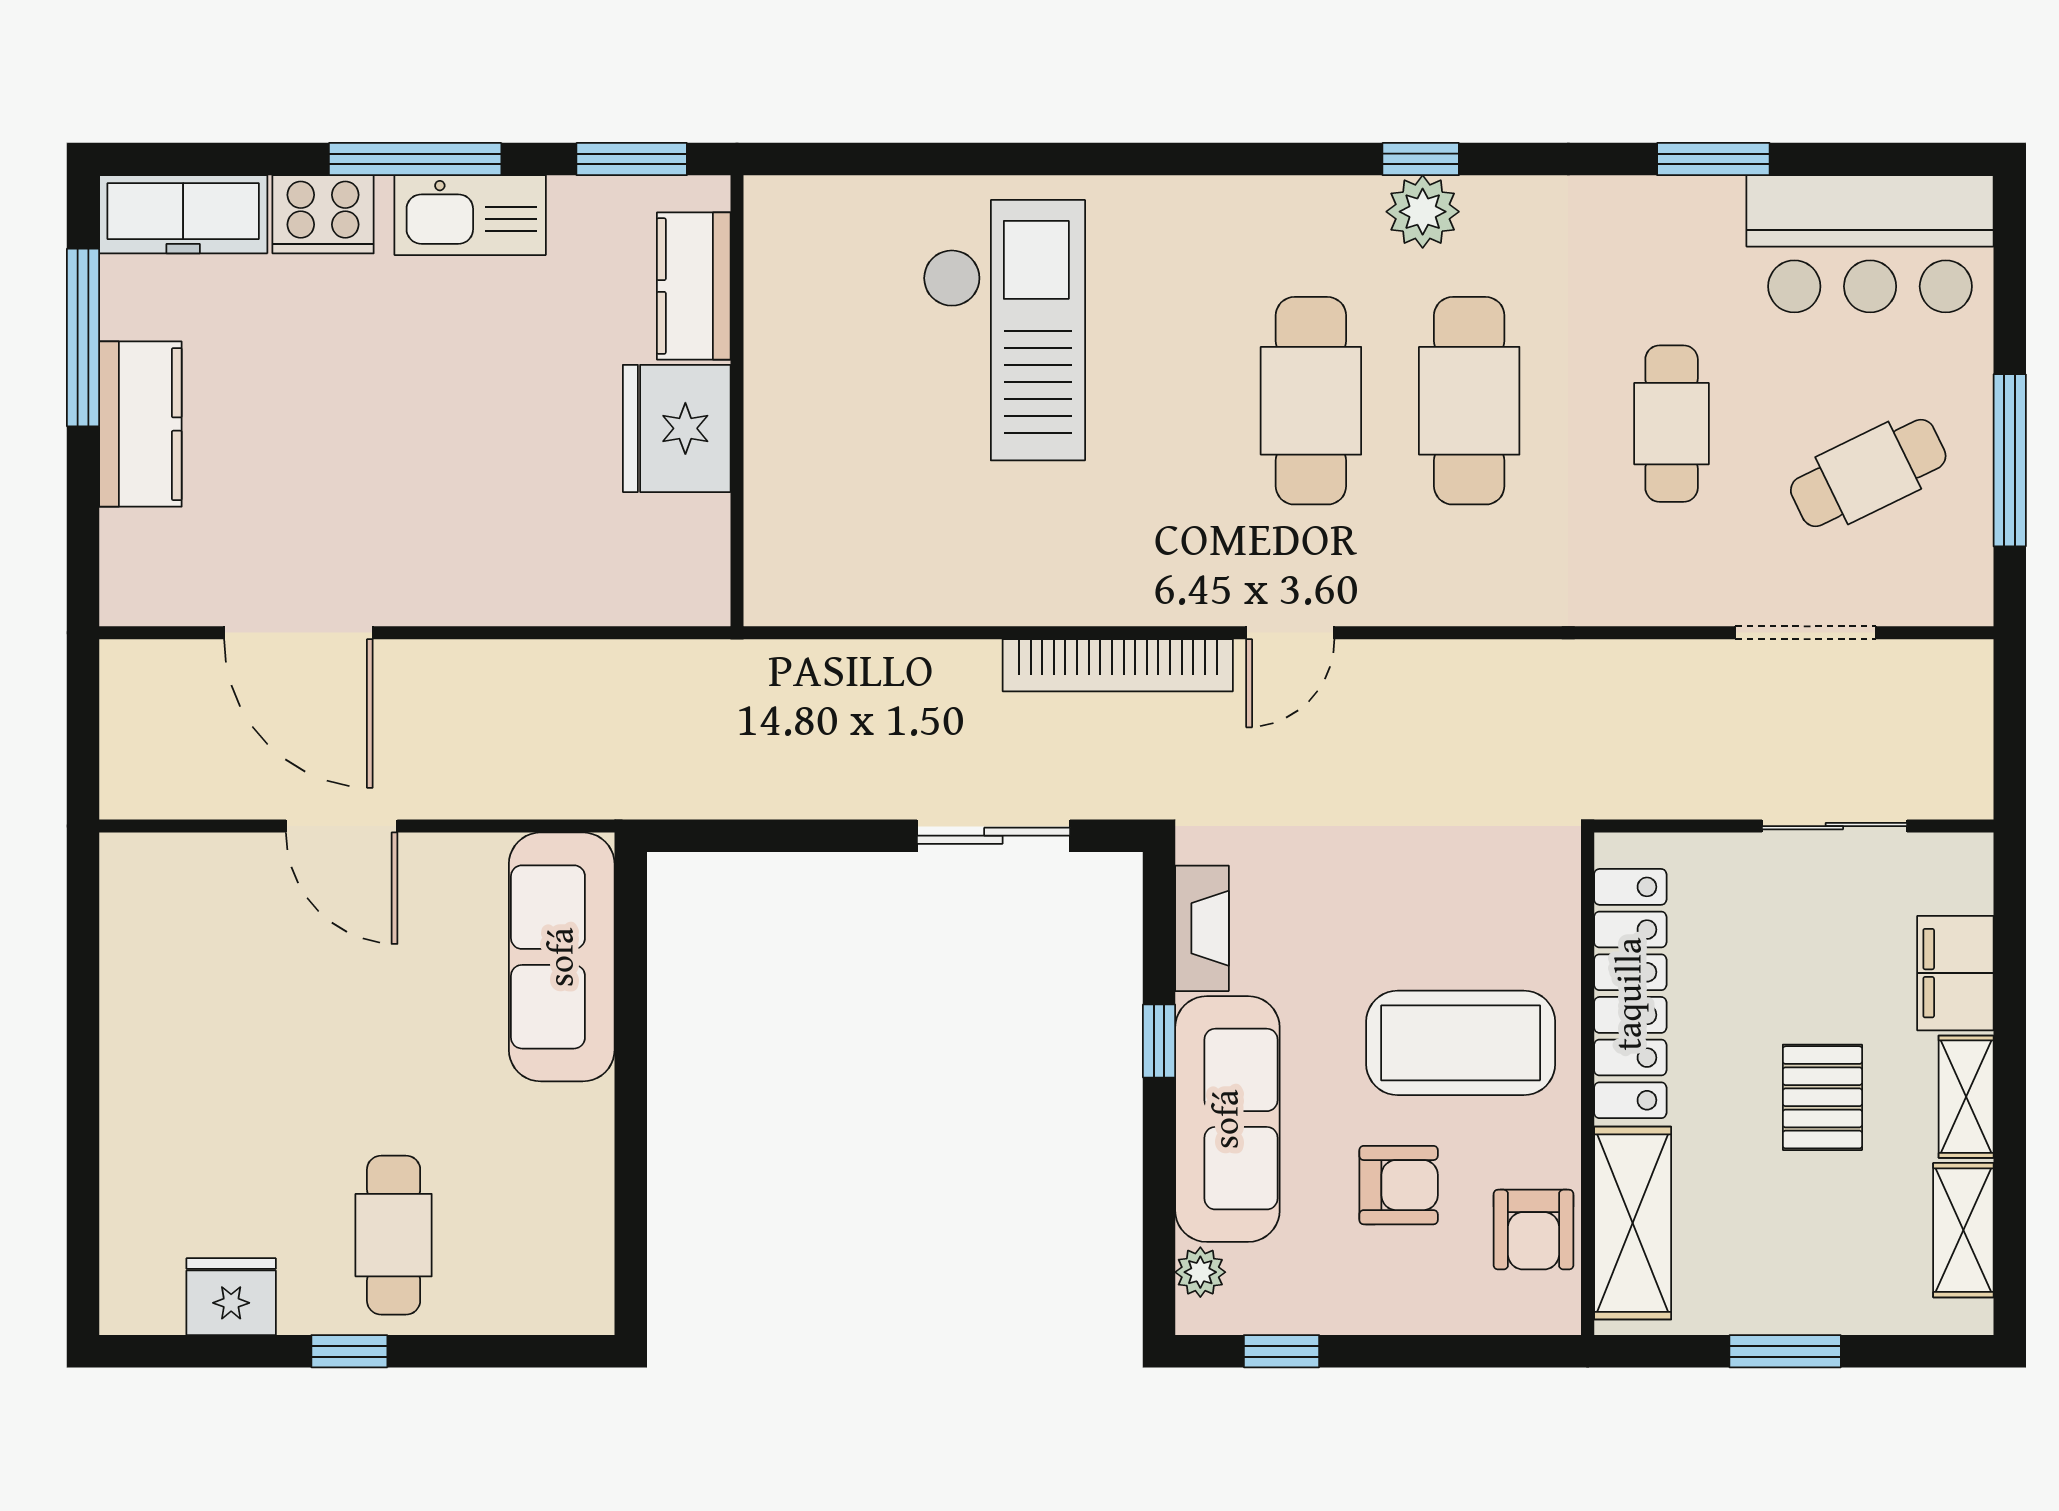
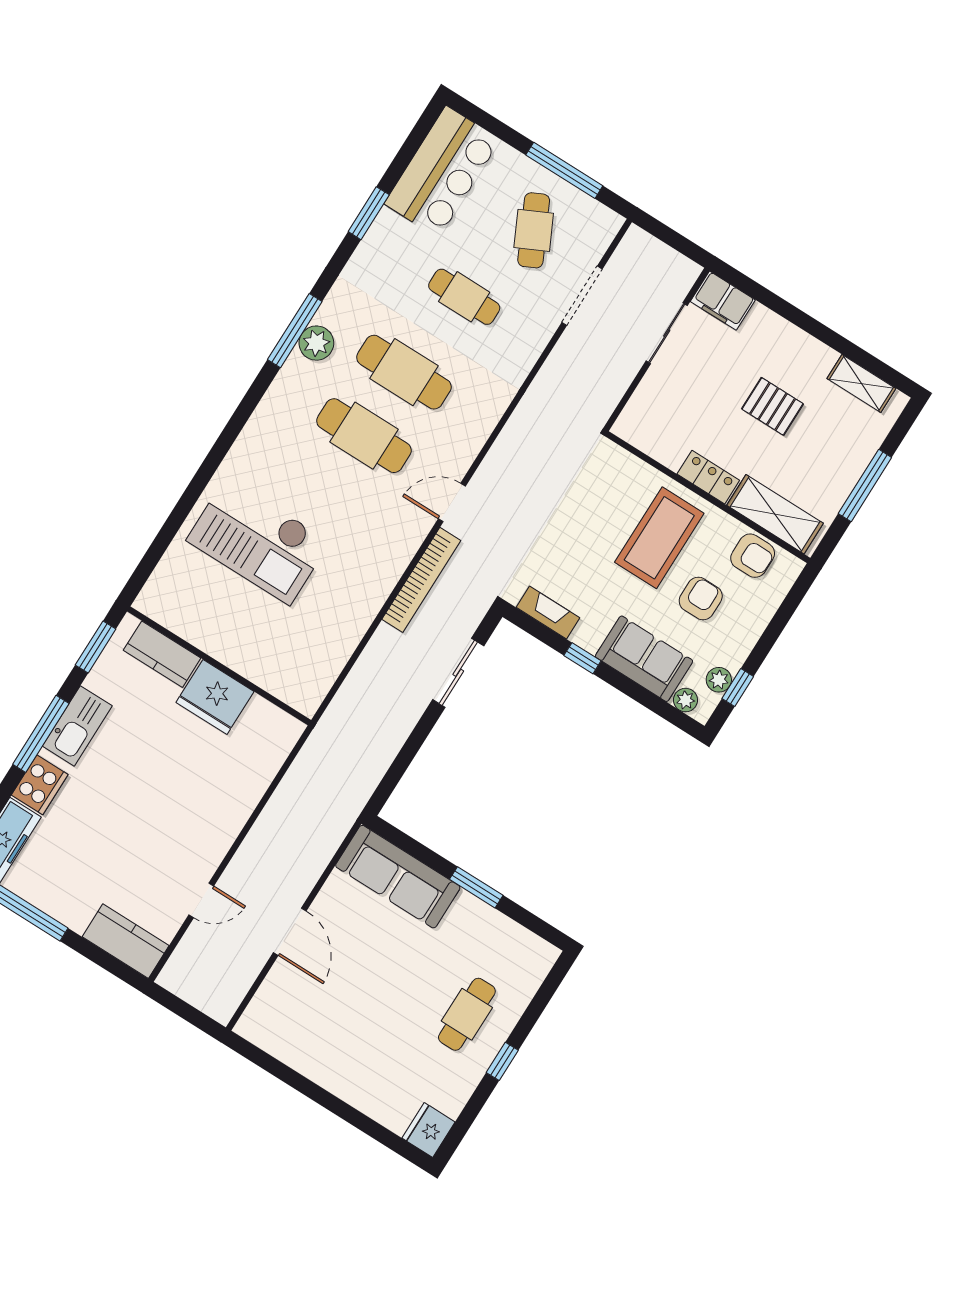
window: (1421, 159) -> (295, 331), width x2.17
checkout: (1004, 330) -> (258, 541), turned 180
kitchen counter: (140, 424) -> (126, 941), moved
door: (298, 633) -> (201, 900), width x0.53
door: (1290, 633) -> (452, 502), swing flipped
door: (342, 826) -> (290, 932), hinge flipped
filing cabinet: (1955, 973) -> (723, 301), moved
locker: (1630, 994) -> (708, 477), width x0.46, depth x0.83
shelving: (1966, 1097) -> (809, 349), removed
window: (631, 1109) -> (476, 887), added
sofa: (1227, 1119) -> (644, 659), width x0.73
cafe table: (394, 1235) -> (467, 1014), turned 90
fridge: (231, 1297) -> (429, 1130), moved
plant: (1274, 1309) -> (719, 680), added
window: (1785, 1351) -> (865, 485), width x1.44

